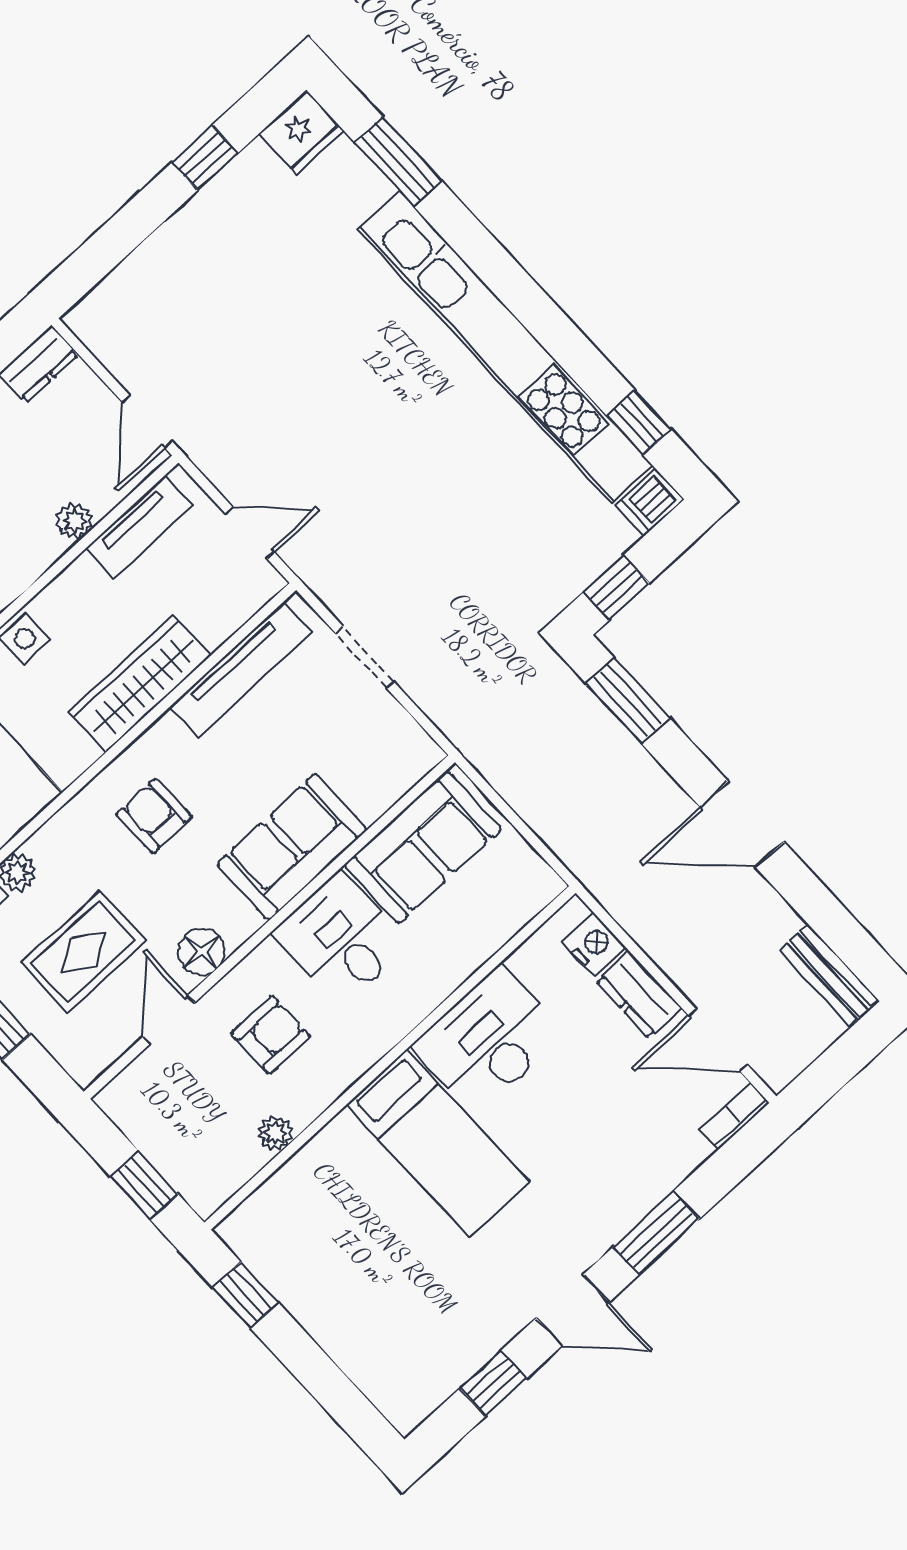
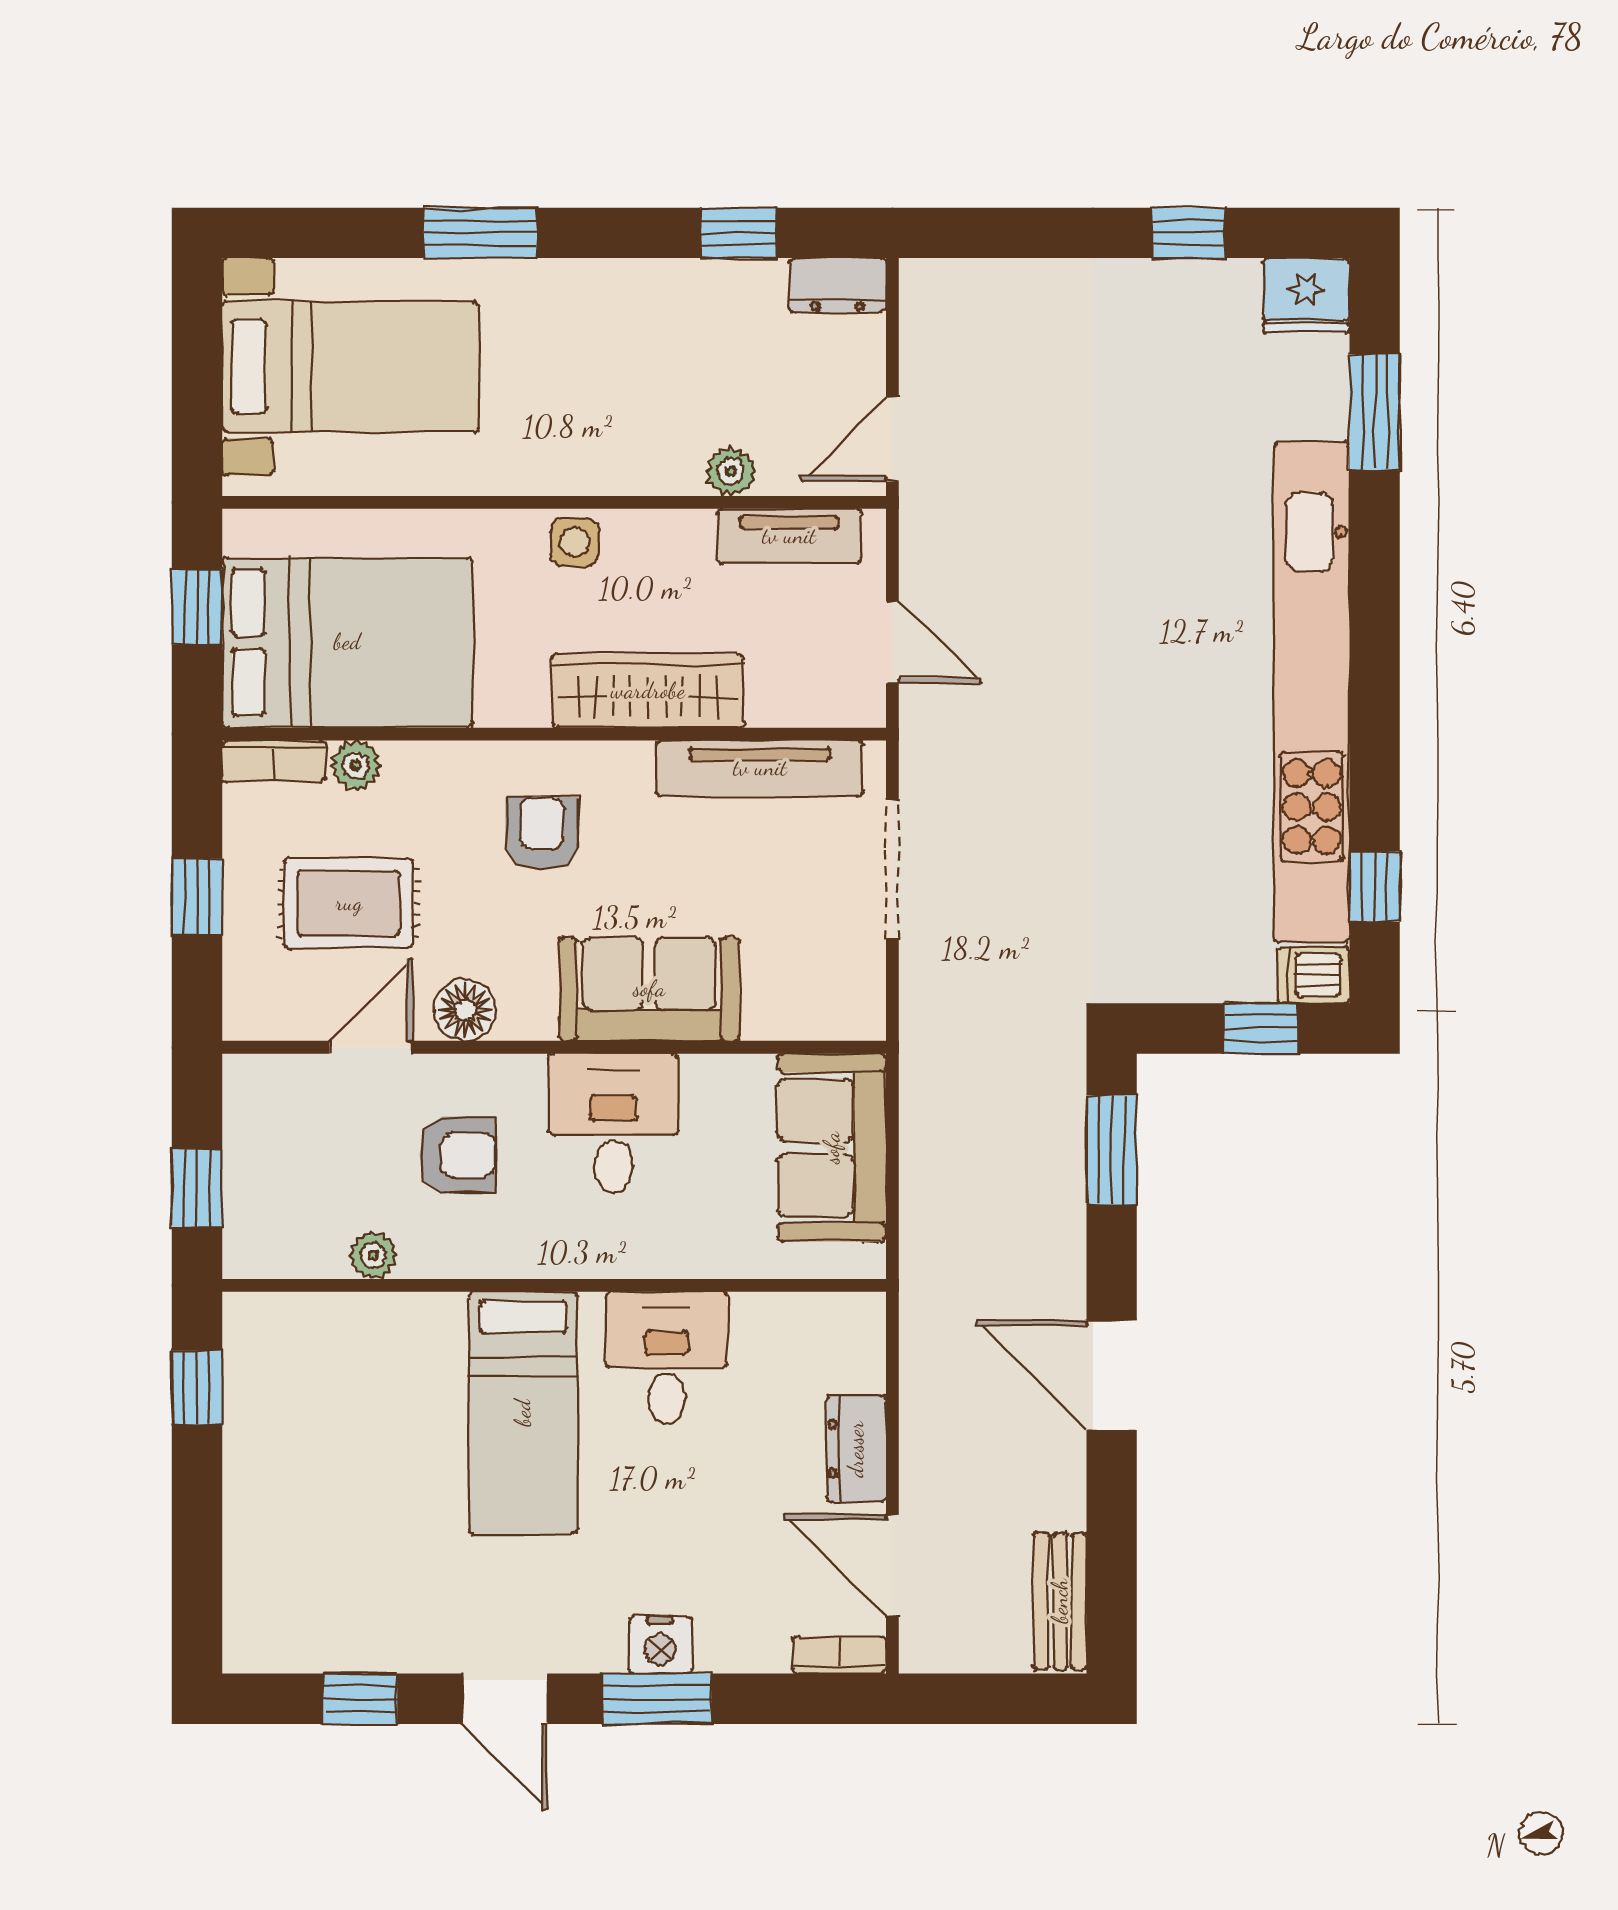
window: (616, 588) -> (1261, 1028), moved
doorway: (365, 658) -> (892, 869), width x1.38
sofa: (423, 847) -> (832, 1148), moved, turned 90
nightstand: (594, 944) -> (660, 1645), moved, turned 90
desk: (488, 1040) -> (667, 1357), width x0.73

